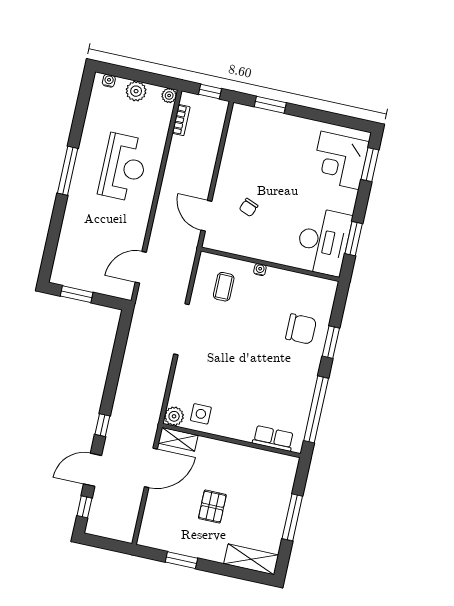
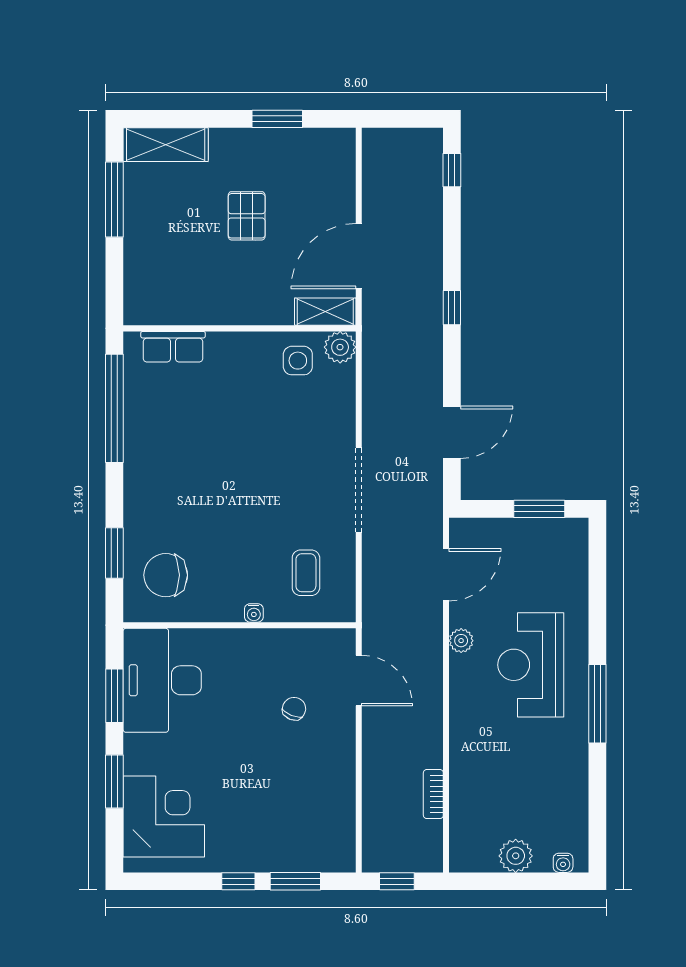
plant: (169, 95) -> (461, 641), moved
window: (304, 112) -> (238, 881), added
bookcase: (181, 120) -> (433, 794), moved
window: (370, 165) -> (114, 781), moved
reception desk: (124, 167) -> (531, 665), moved
chair: (301, 329) -> (166, 575), moved
window: (331, 342) -> (114, 553), moved
door: (93, 470) -> (452, 432), moved
window: (292, 517) -> (114, 199), moved

